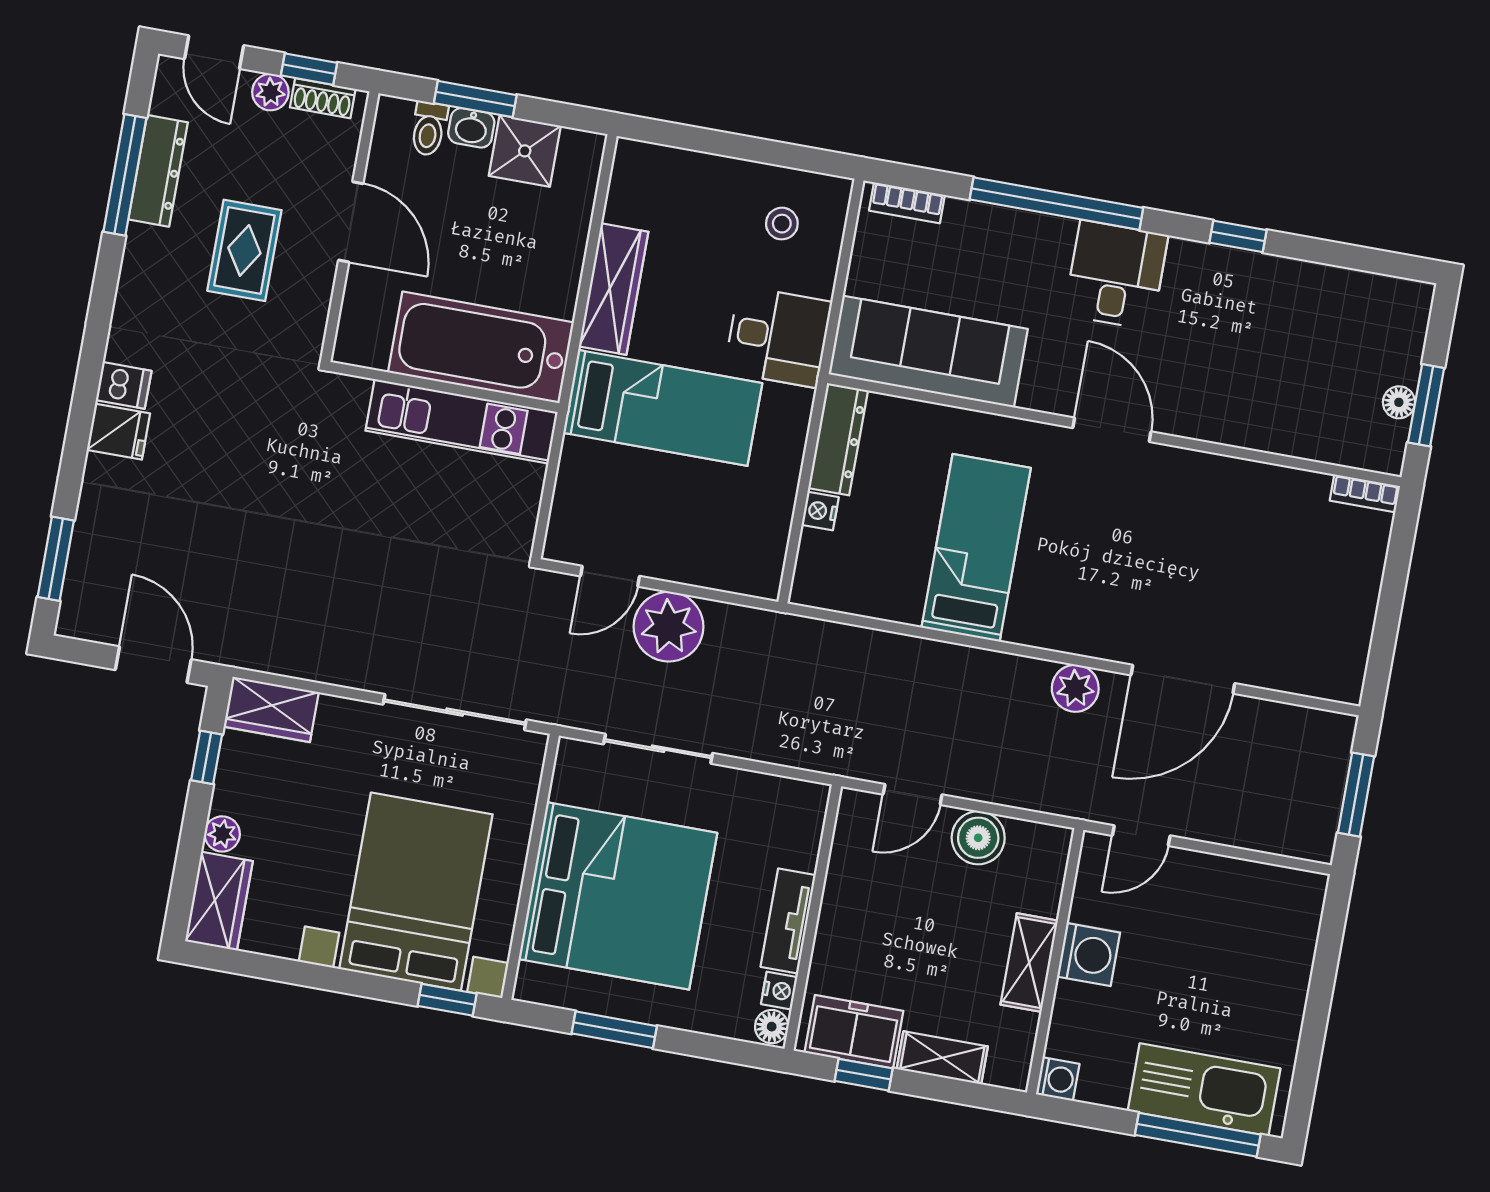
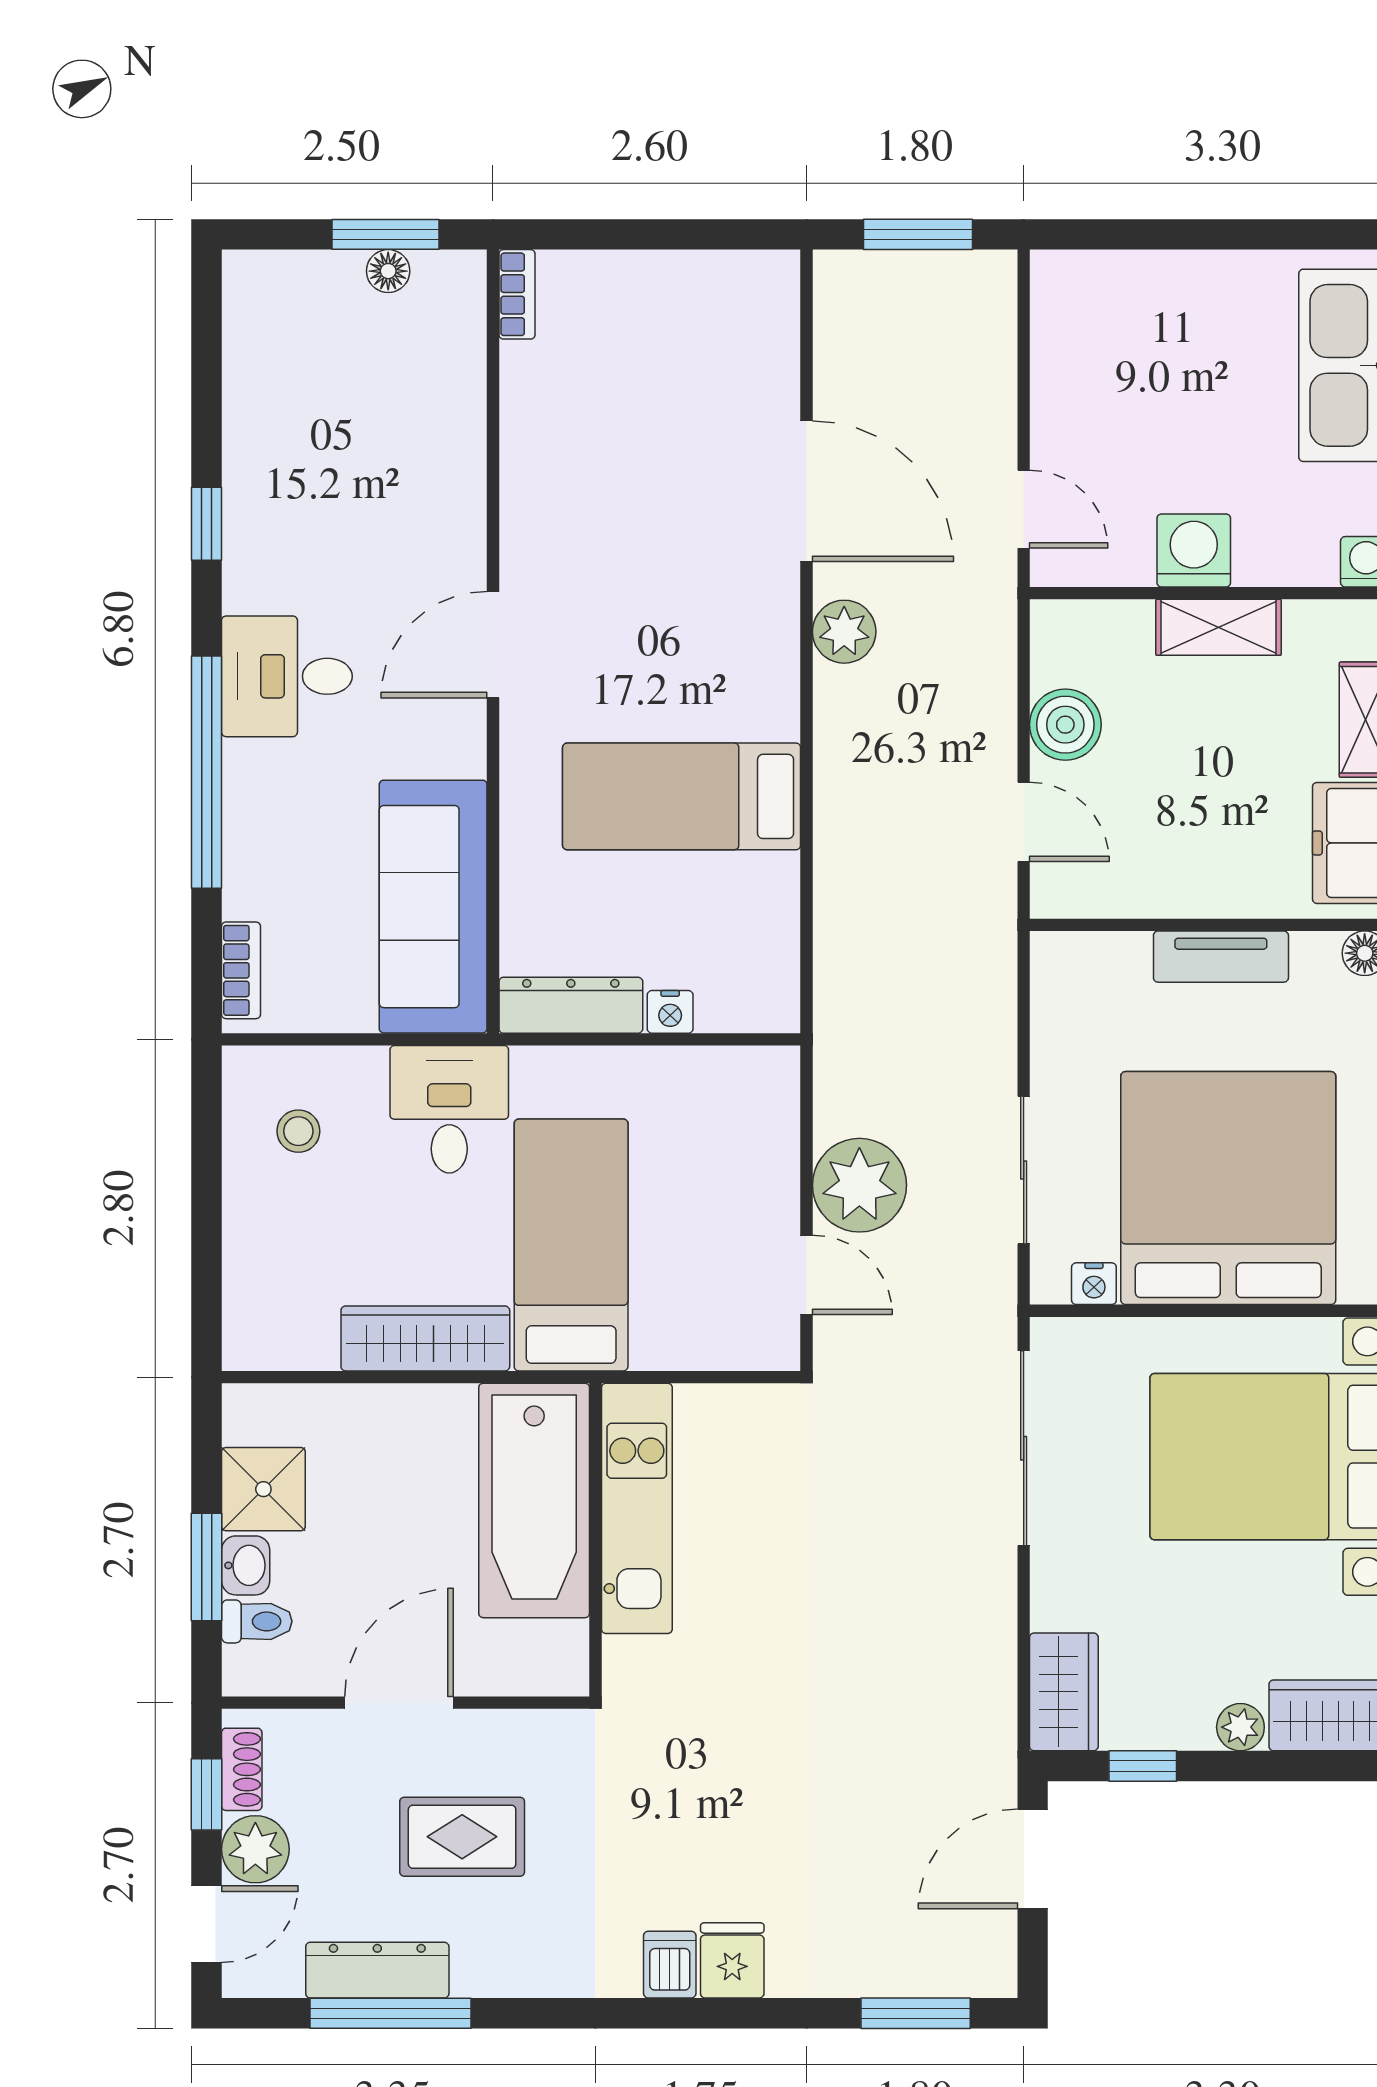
plant: (270, 92) -> (255, 1849), width x1.38, depth x1.38
nightstand: (779, 991) -> (1094, 1284), moved, turned 180

